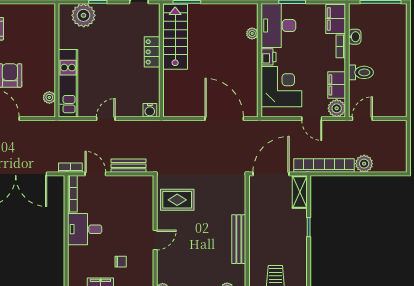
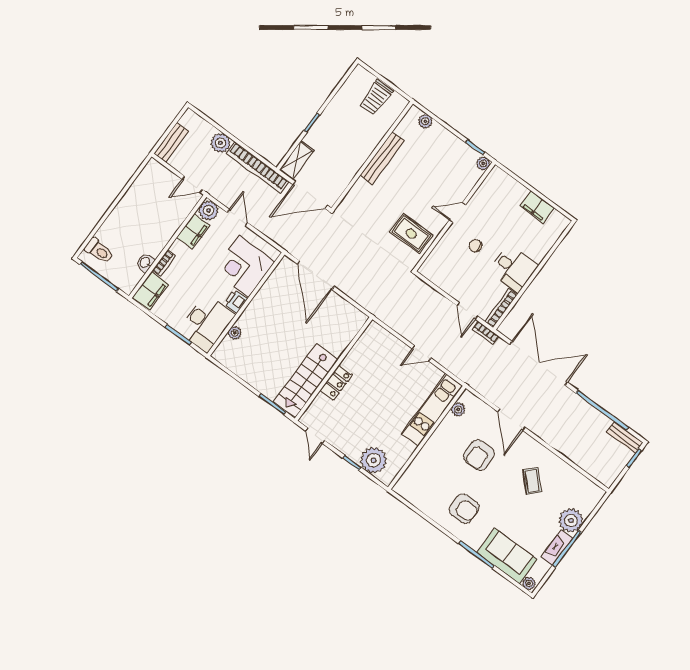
toilet: (361, 72) -> (99, 251), moved, turned 180
water cooler: (150, 110) -> (377, 332), removed
bench: (129, 166) -> (171, 142), moved, turned 90
chair: (121, 262) -> (475, 246), moved

